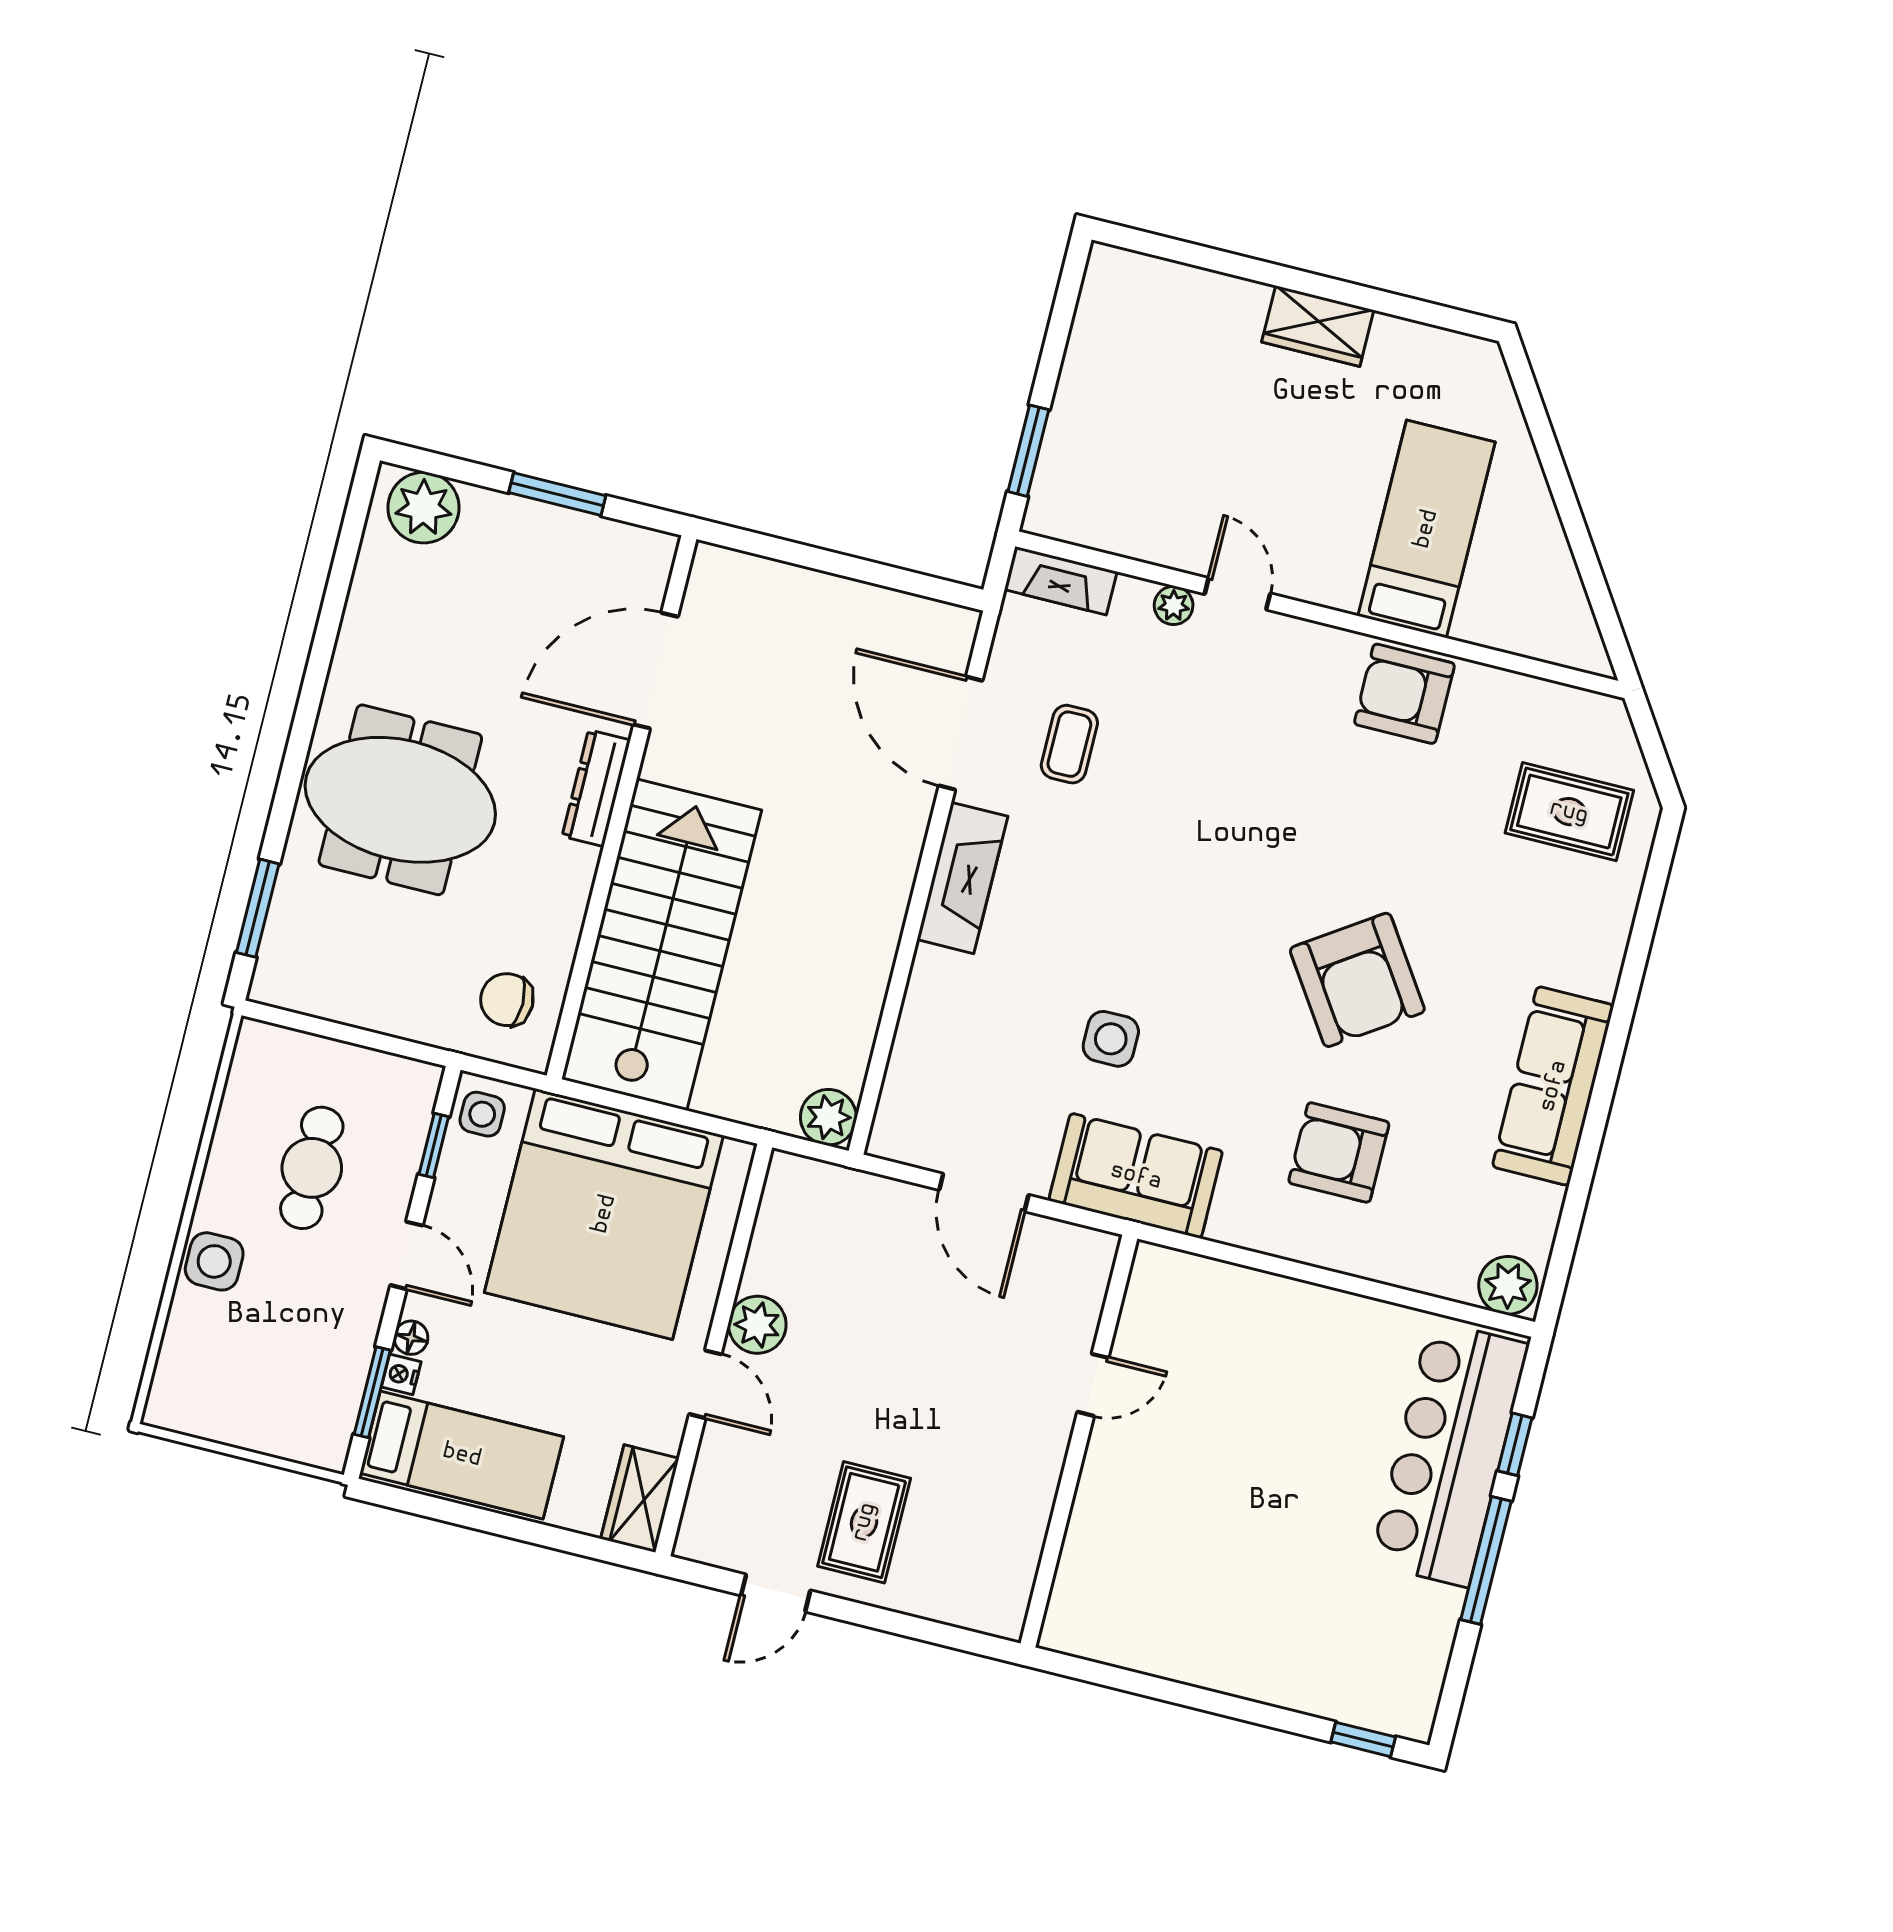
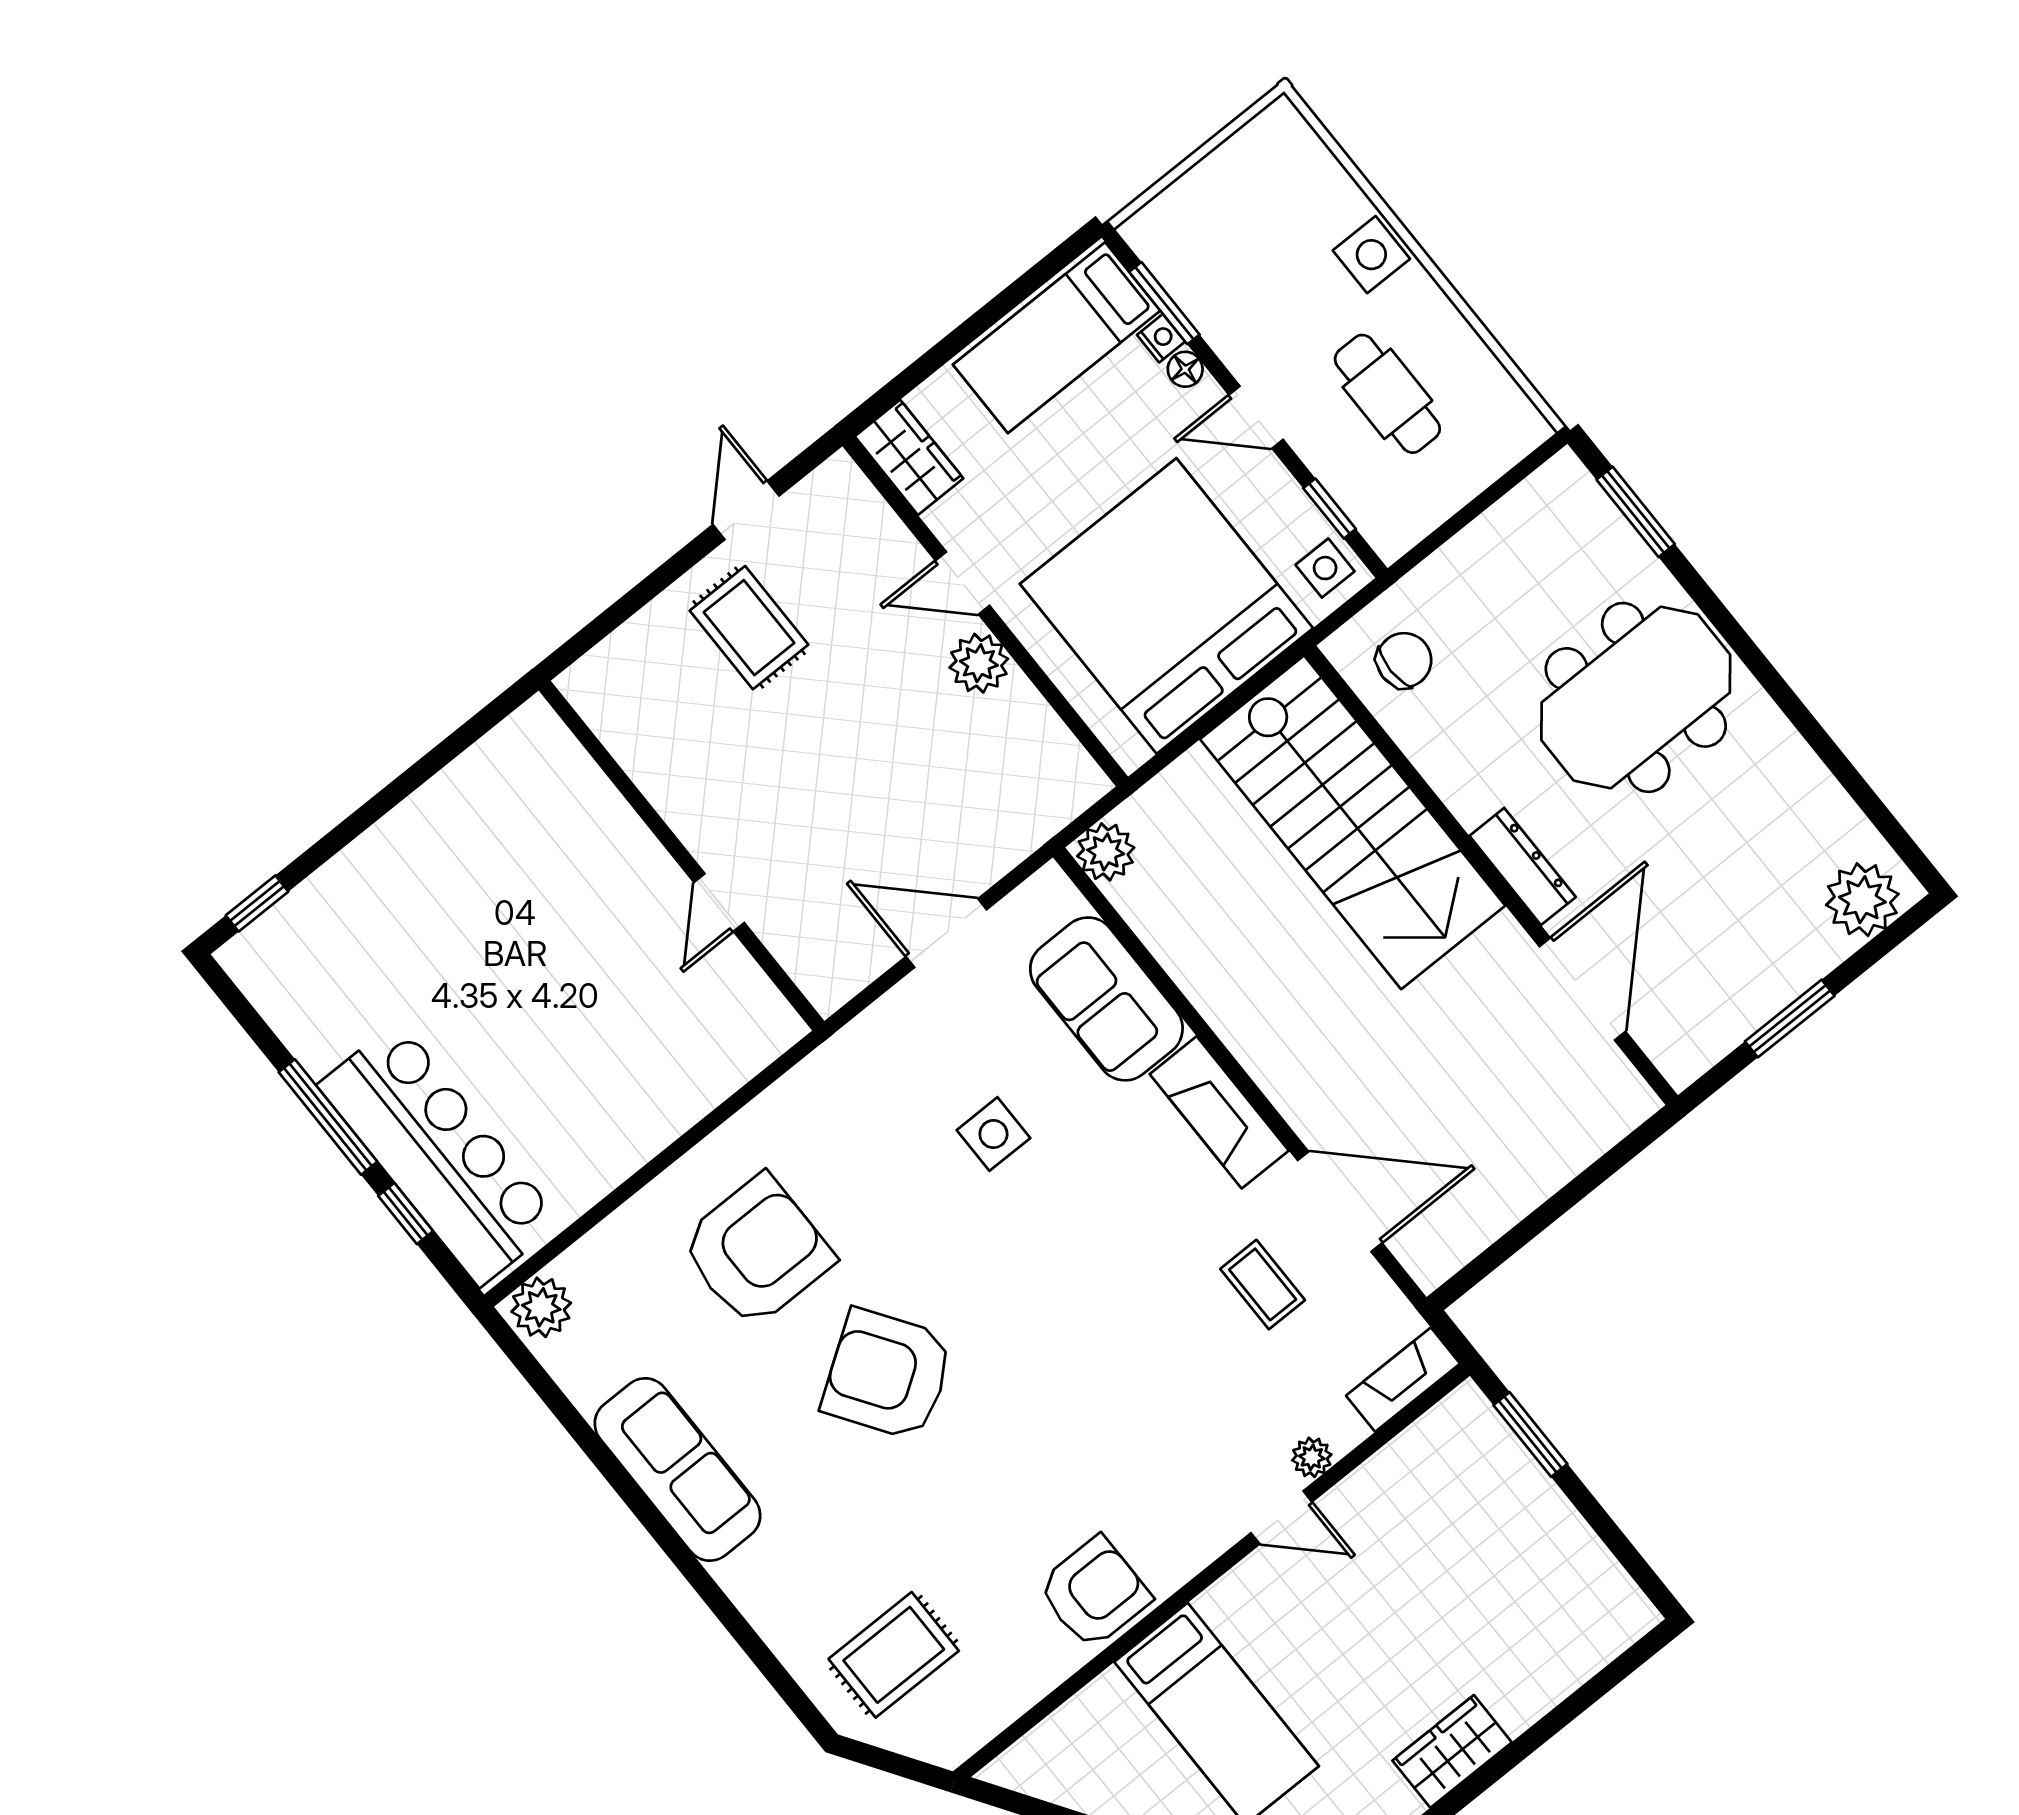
armchair: (1339, 1152) -> (757, 1251), width x1.36, depth x1.36
sofa: (1136, 1176) -> (1106, 999), moved, turned 90

